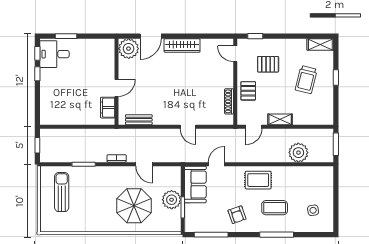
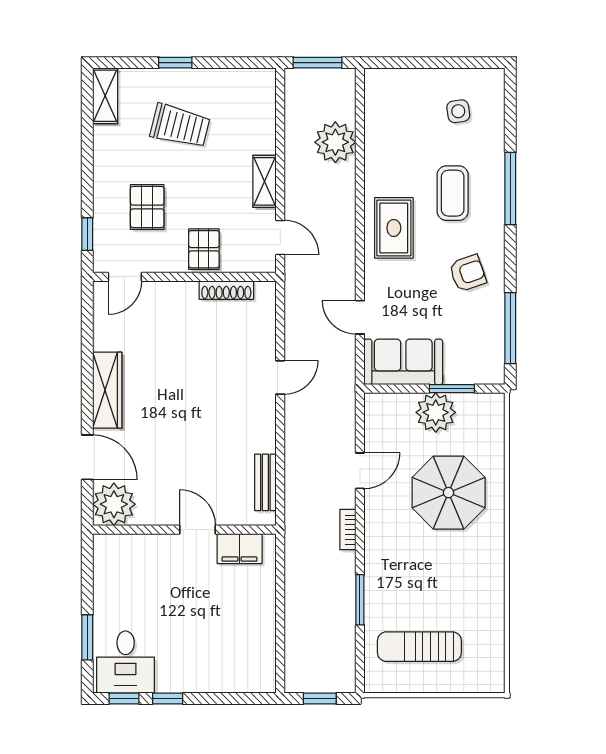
pallet: (248, 91) -> (204, 249), turned 90

